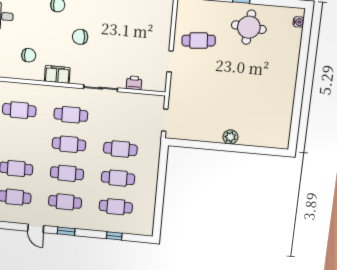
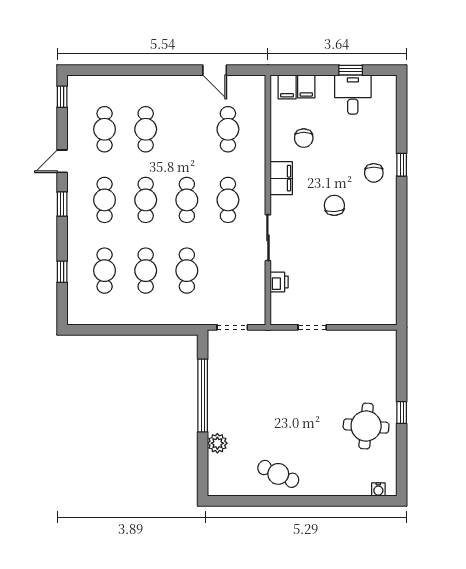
cafe table: (199, 41) -> (278, 474), moved, turned -60
plant: (230, 137) -> (217, 443), moved
window: (213, 146) -> (203, 395), added

